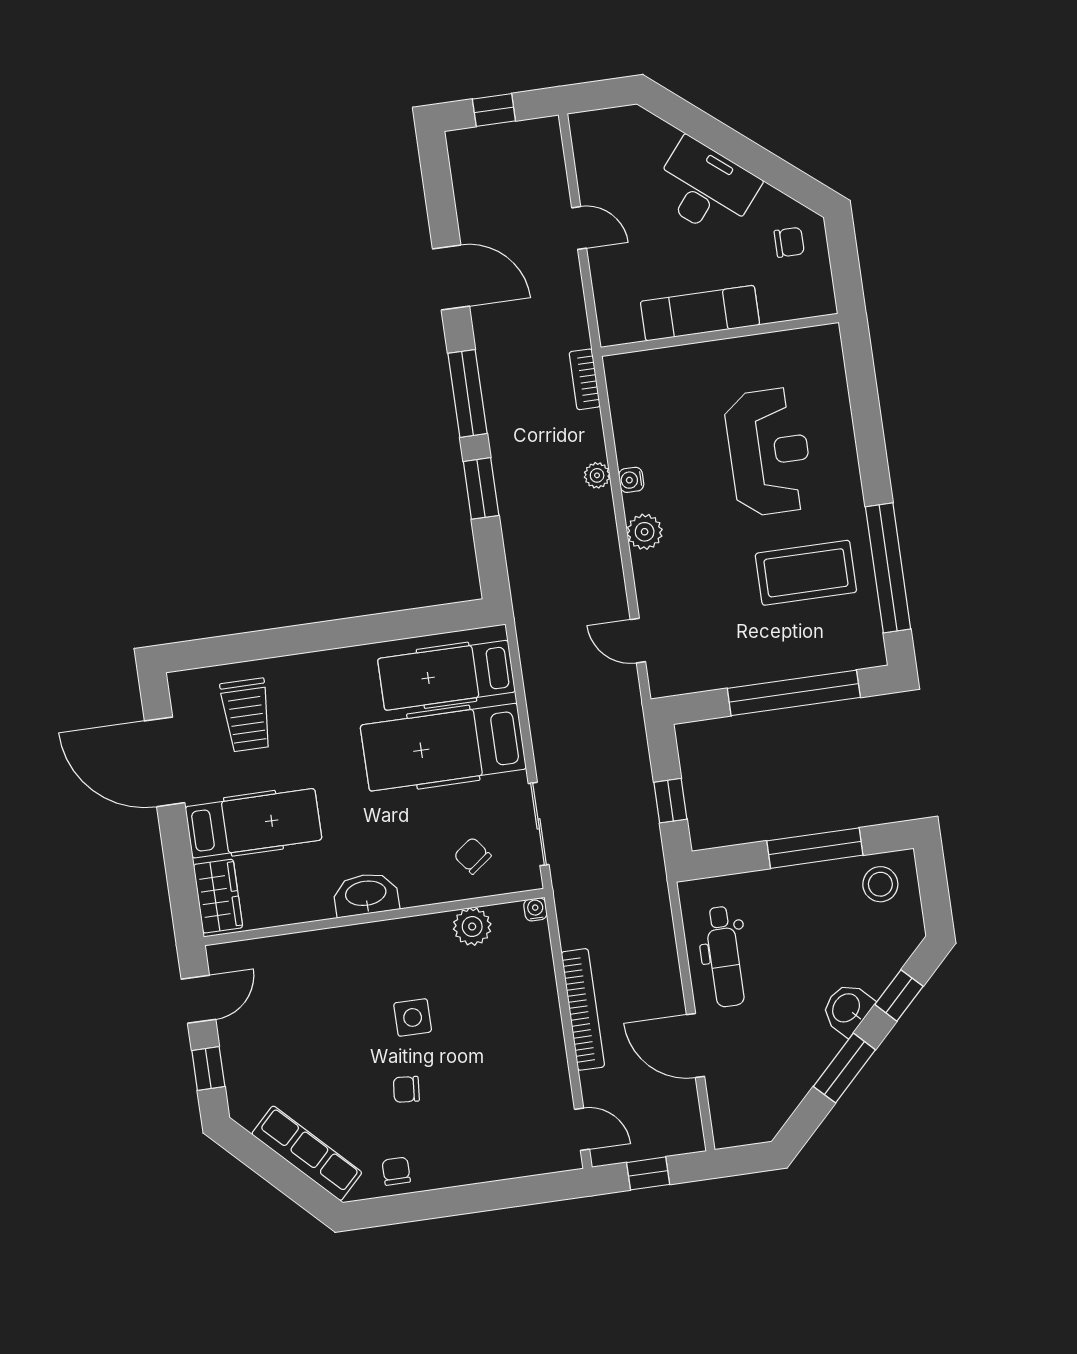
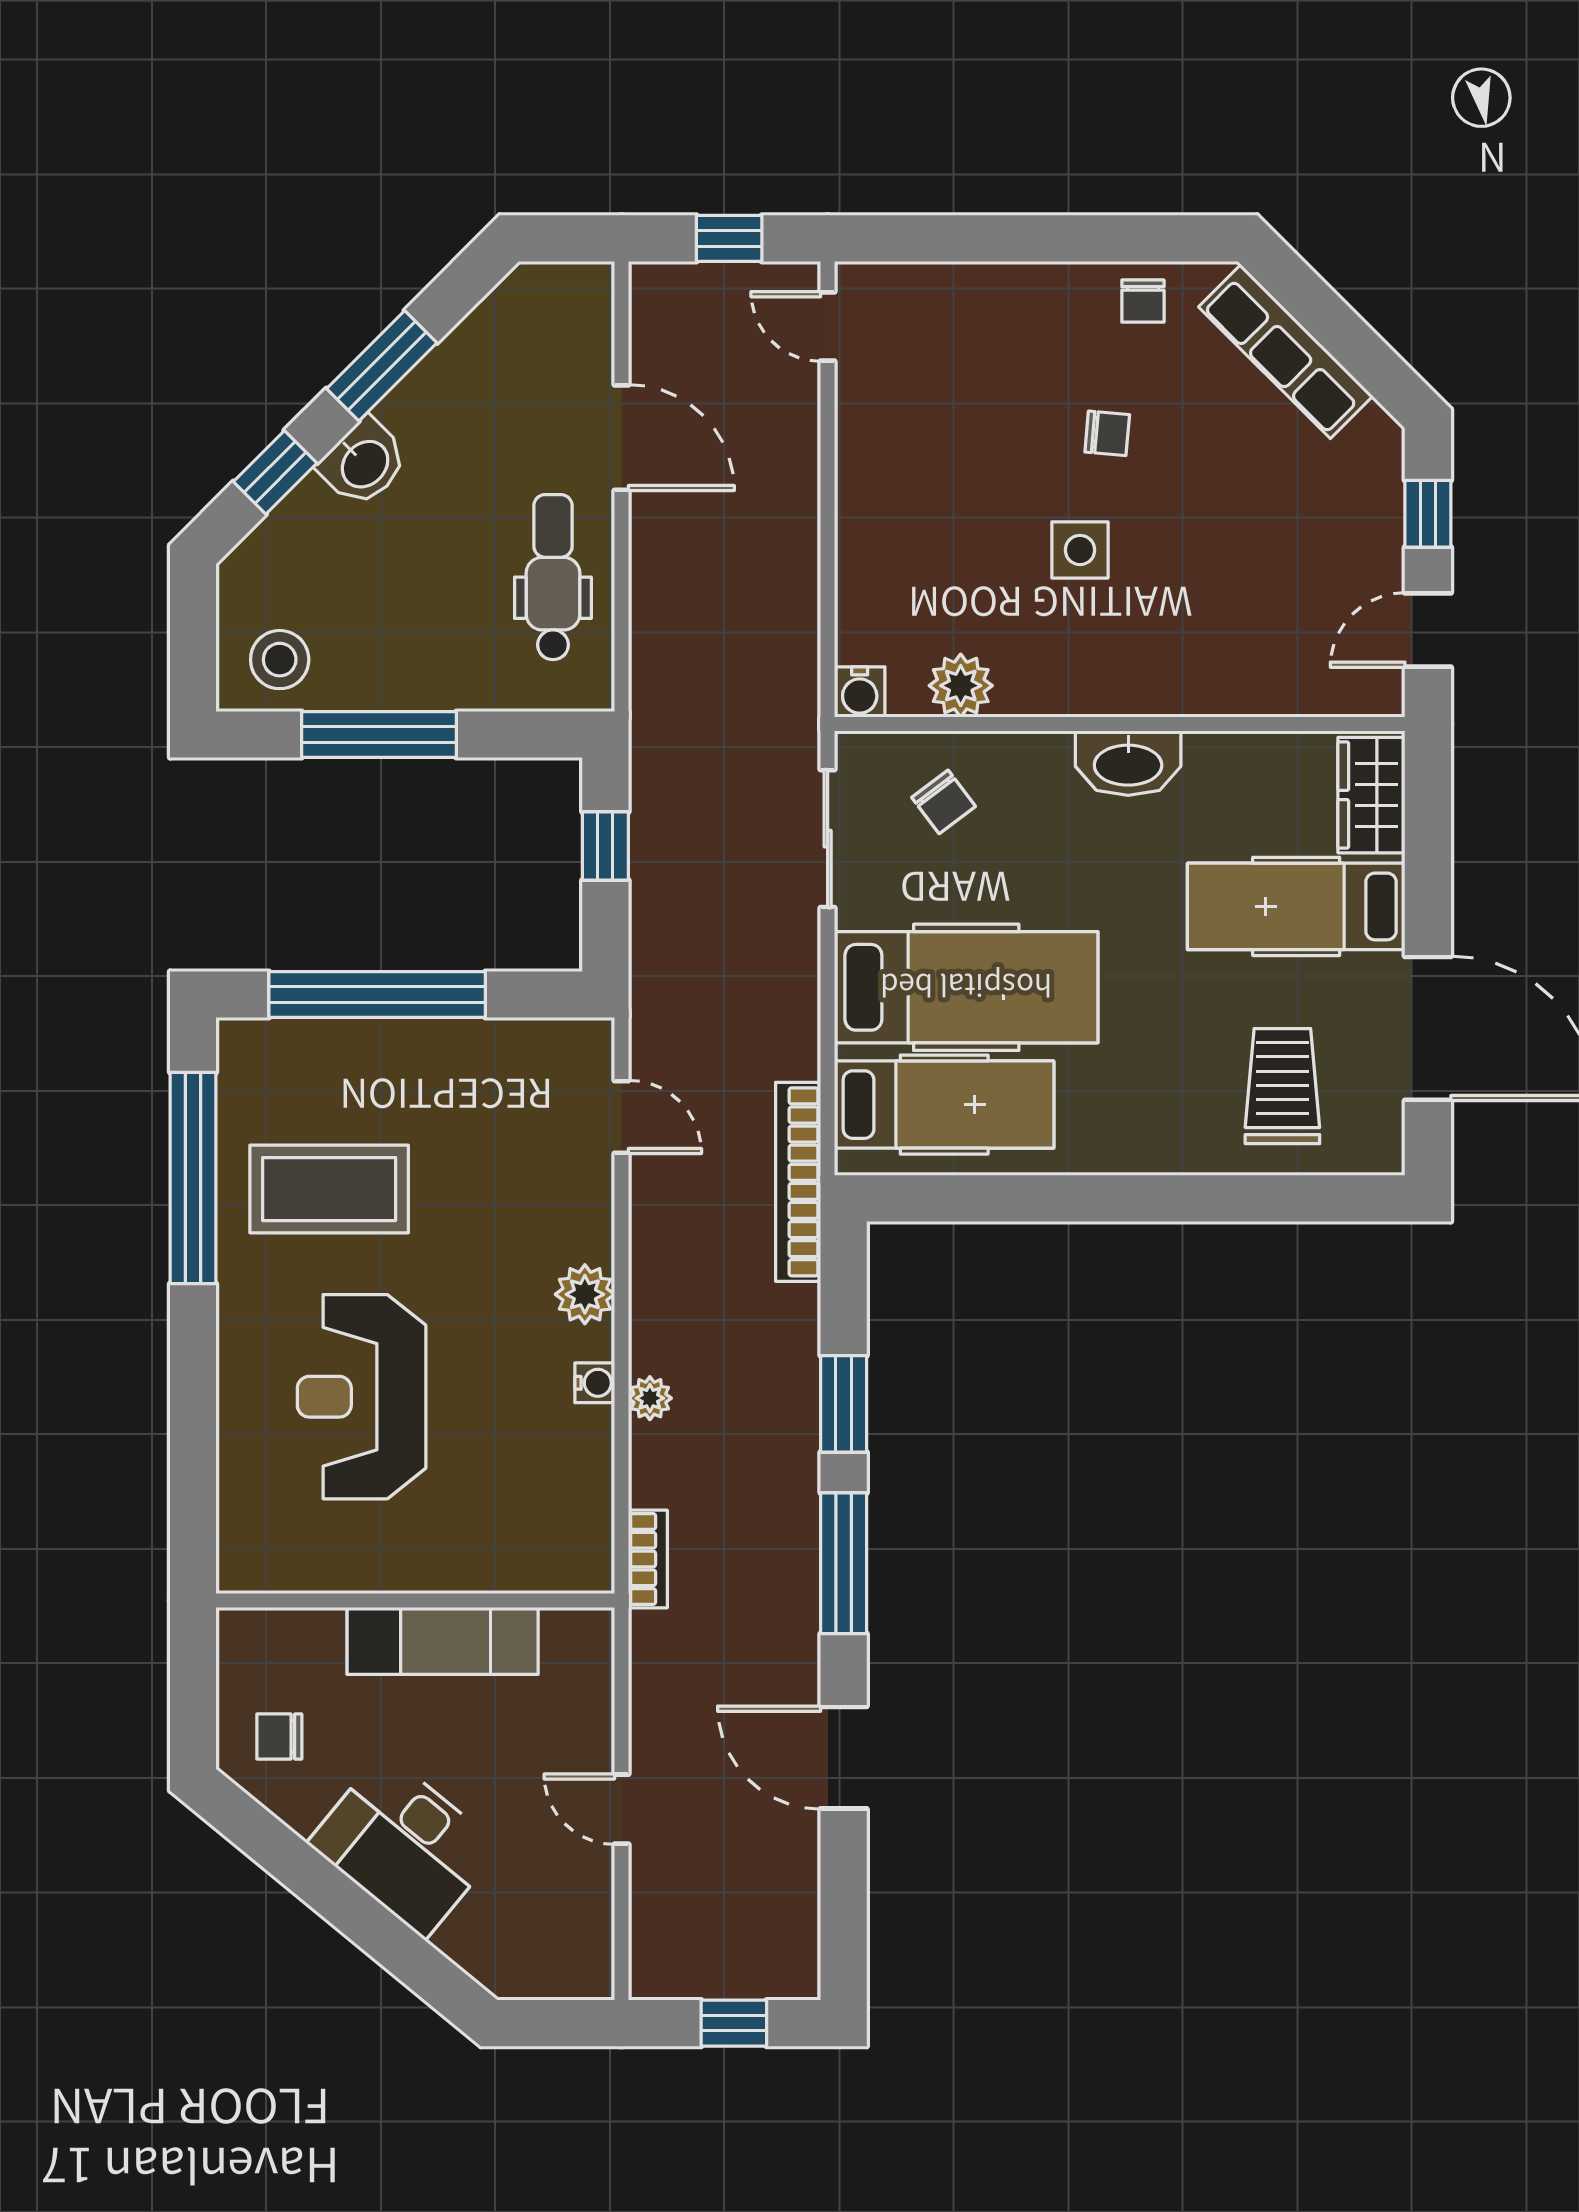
water cooler: (535, 909) -> (860, 692), width x1.38, depth x1.38
bookcase: (583, 1009) -> (798, 1182), moved

